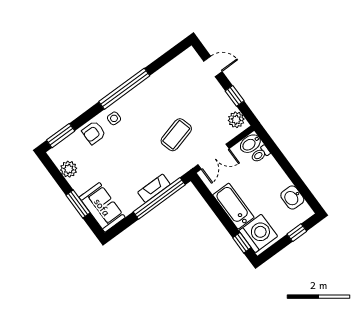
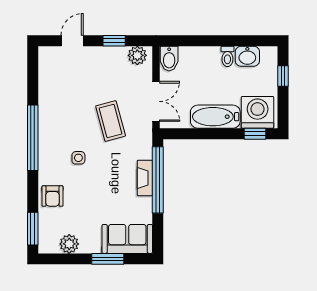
side table: (114, 118) -> (78, 158), moved
toilet: (260, 154) -> (227, 56), moved

